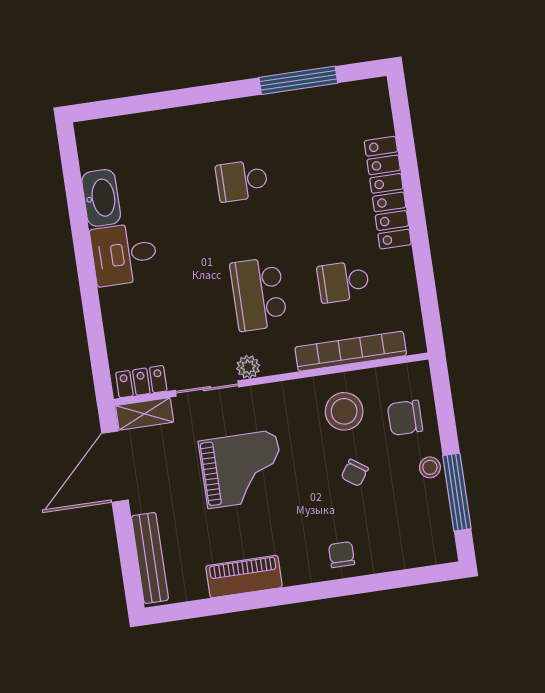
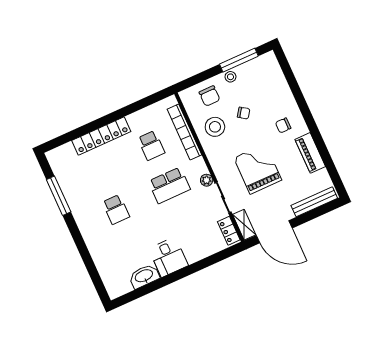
chair: (342, 555) -> (283, 125), moved

